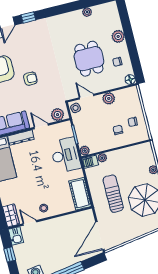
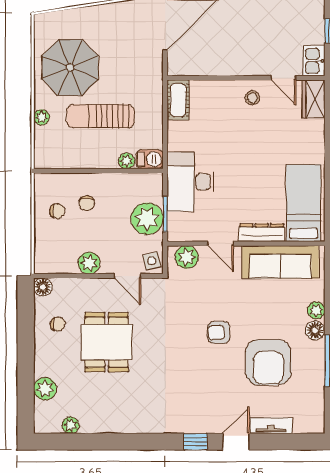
plant: (87, 12) -> (71, 425), moved
plant: (118, 36) -> (45, 389), moved
plant: (85, 151) -> (147, 219), moved, width x1.87, depth x1.87
cot: (80, 194) -> (178, 100), width x0.73, depth x0.75
sun lounger: (113, 194) -> (100, 116), moved, turned 90

